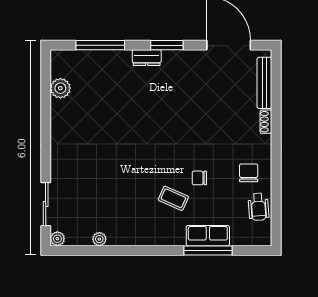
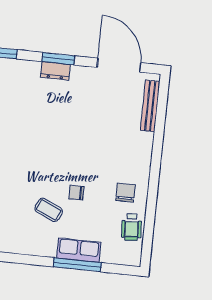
dresser: (147, 58) -> (55, 71), moved
shoe rack: (266, 122) -> (148, 144), removed

